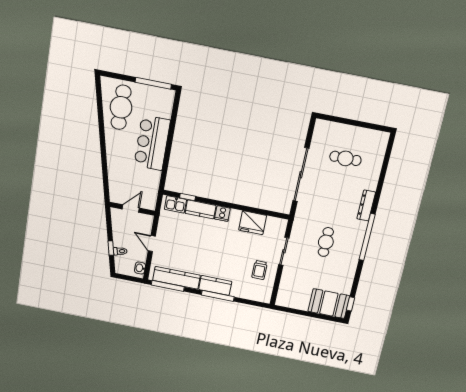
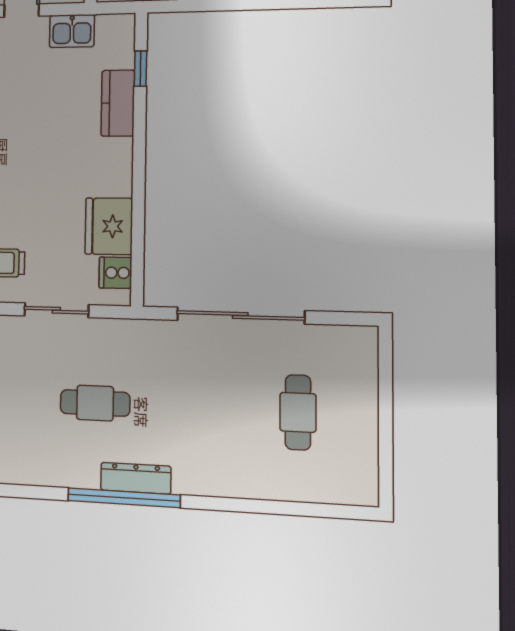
kitchen sink: (175, 204) -> (72, 31), moved, turned -90
dresser: (366, 205) -> (136, 478), moved
cooker: (222, 214) -> (115, 273), moved

